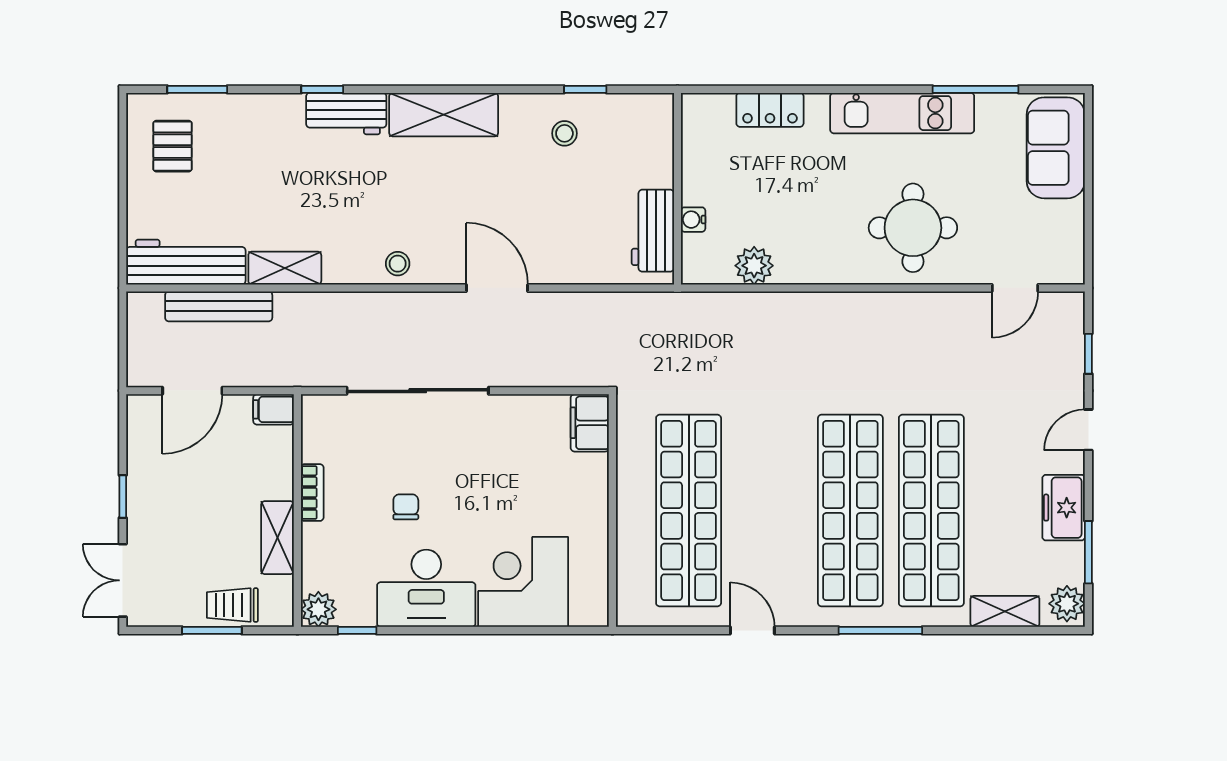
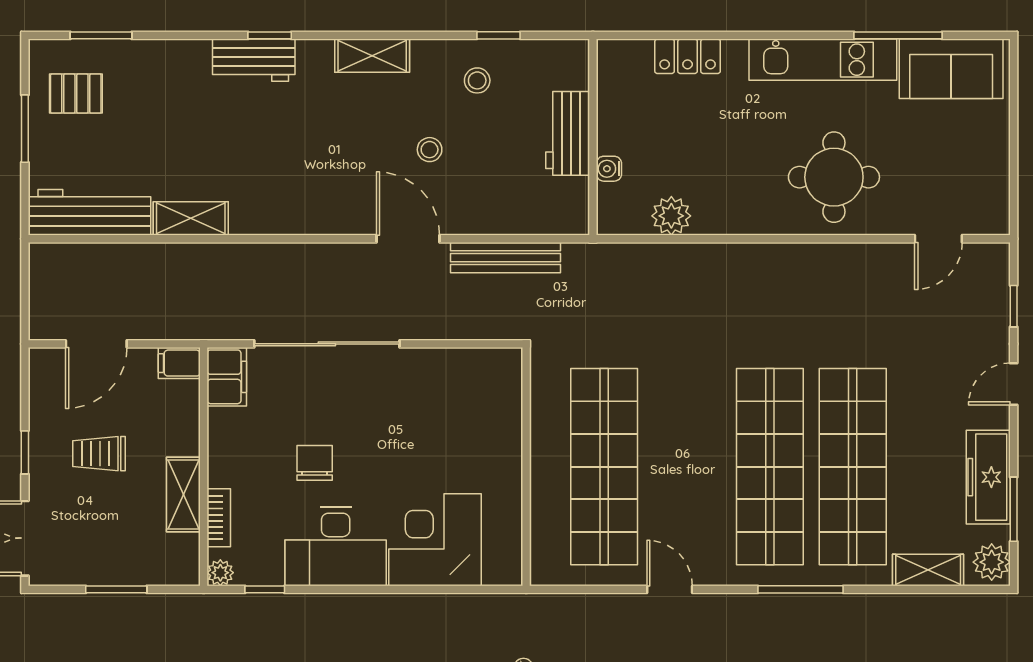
window: (322, 89) -> (270, 35), moved
shelving: (444, 115) -> (372, 56), width x0.67, depth x0.75
pallet: (173, 146) -> (76, 94), turned 90
sofa: (1056, 148) -> (951, 69), moved, turned -90
window: (123, 180) -> (25, 129), added
workbench: (653, 231) -> (568, 133), moved
stool: (398, 264) -> (430, 150), moved
bench: (219, 306) -> (506, 258), moved
filing cabinet: (590, 423) -> (227, 377), moved, turned 180
bookcase: (312, 493) -> (219, 518), moved
chair: (406, 507) -> (315, 463), width x1.37, depth x1.37
freezer: (1064, 508) -> (988, 477), width x1.40
trolley: (232, 605) -> (99, 454), moved
plant: (318, 609) -> (220, 573), width x0.73, depth x0.73

